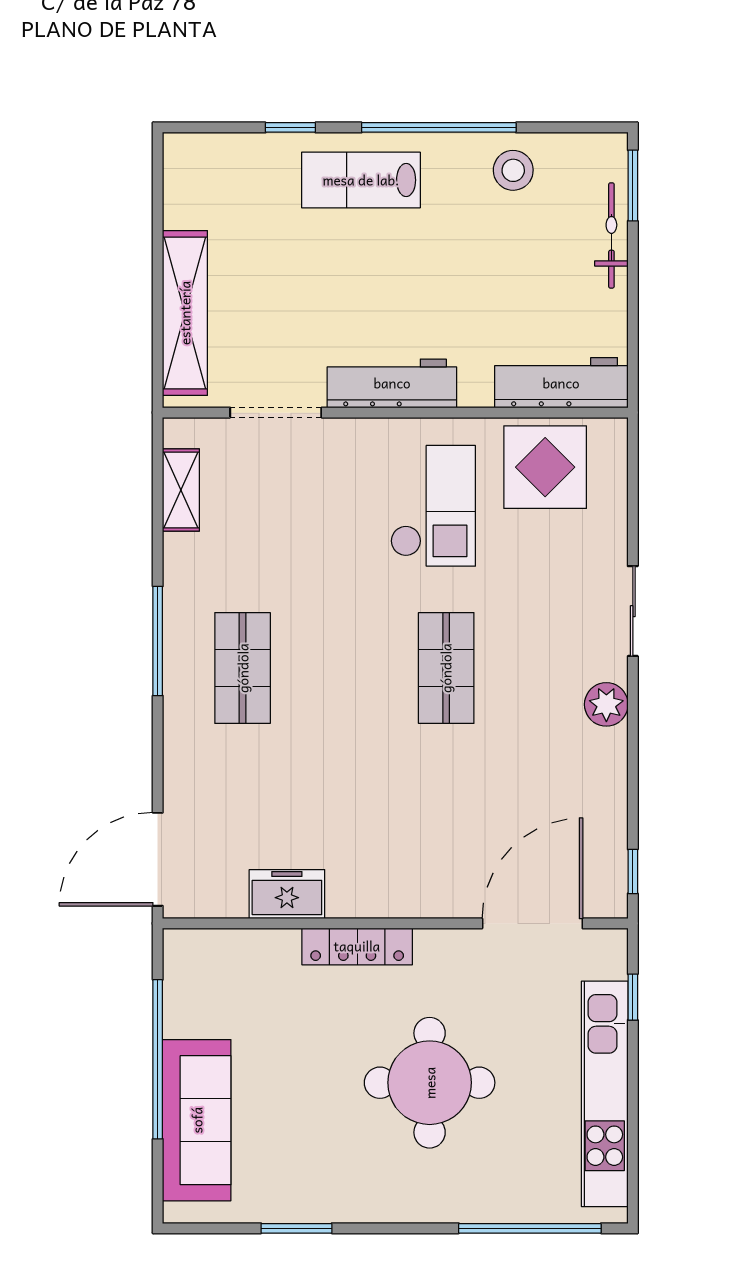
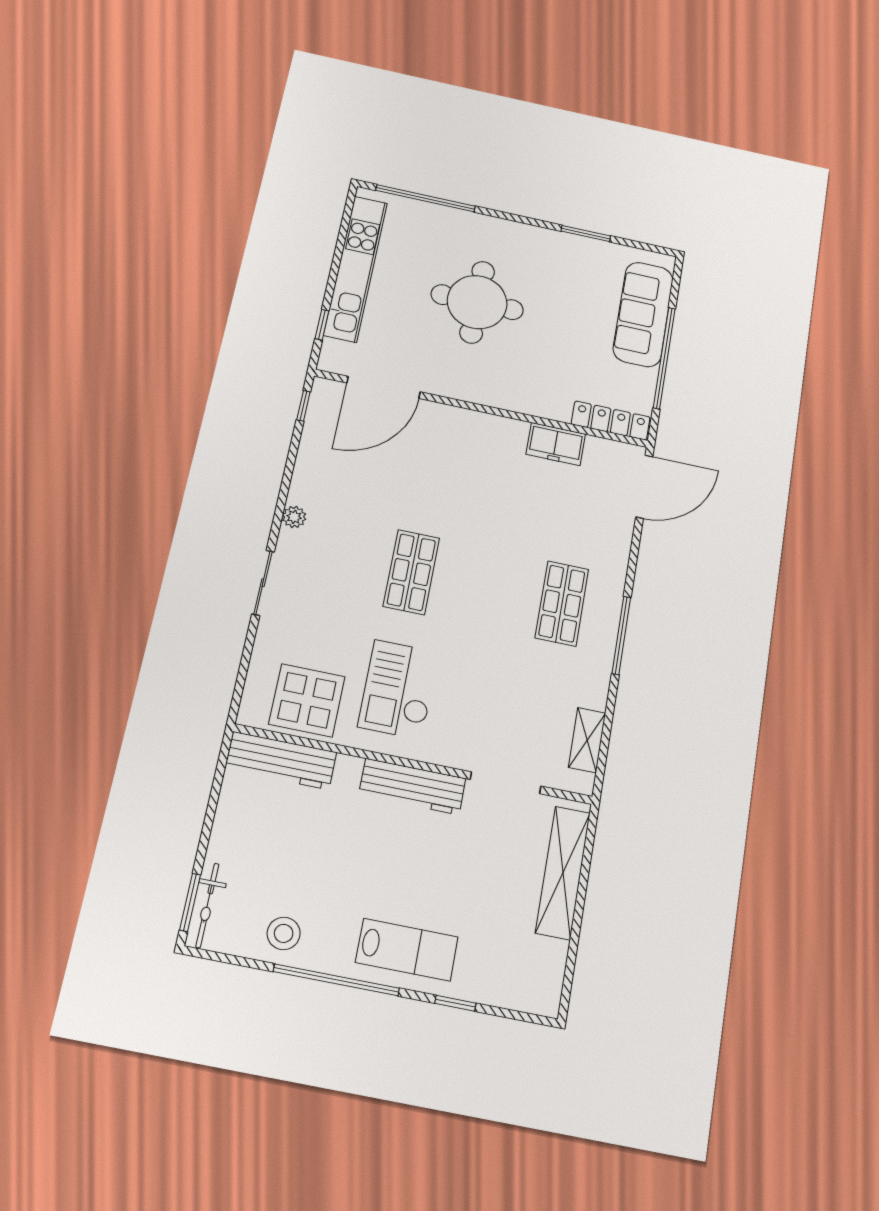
bicycle: (611, 235) -> (207, 905), moved
plant: (606, 704) -> (294, 517), width x0.73, depth x0.73
locker: (357, 946) -> (611, 421), moved

